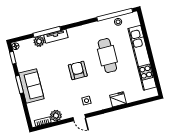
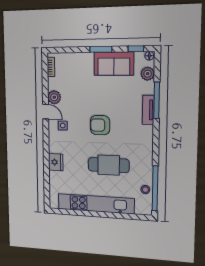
plant: (39, 41) -> (148, 74), moved
armchair: (78, 70) -> (100, 125), turned 180
sofa: (31, 86) -> (114, 64), moved
plant: (56, 116) -> (54, 97), moved
door: (79, 118) -> (46, 112), swing flipped

